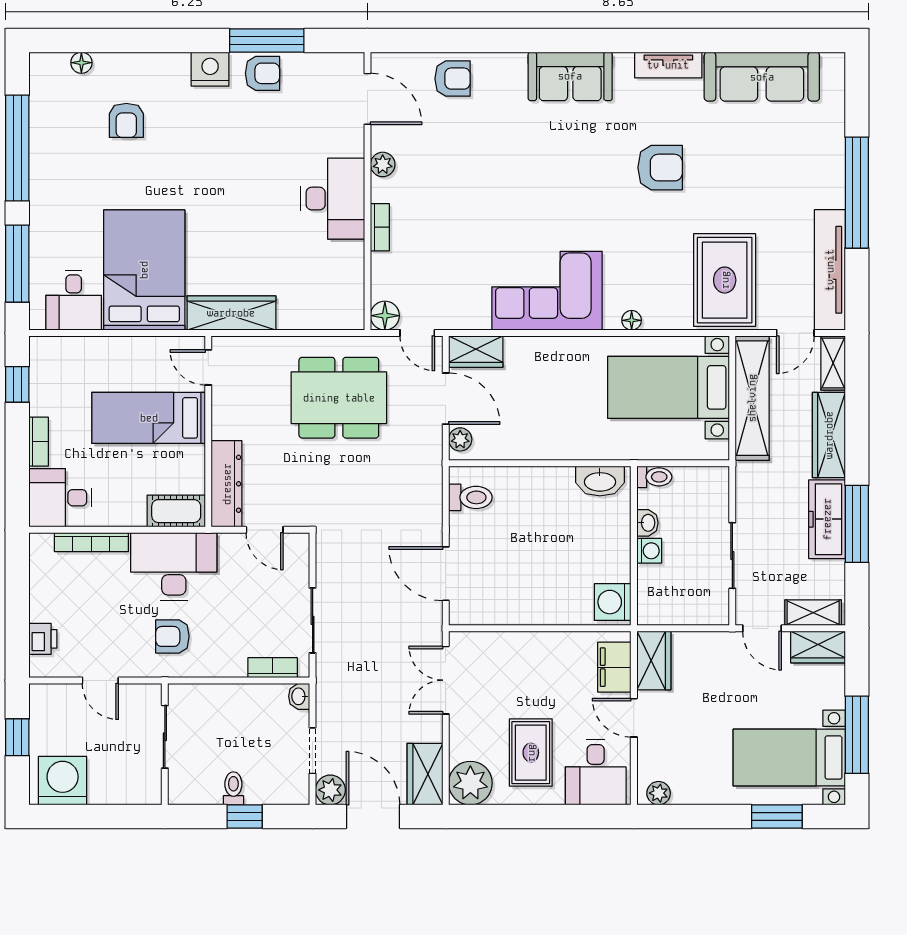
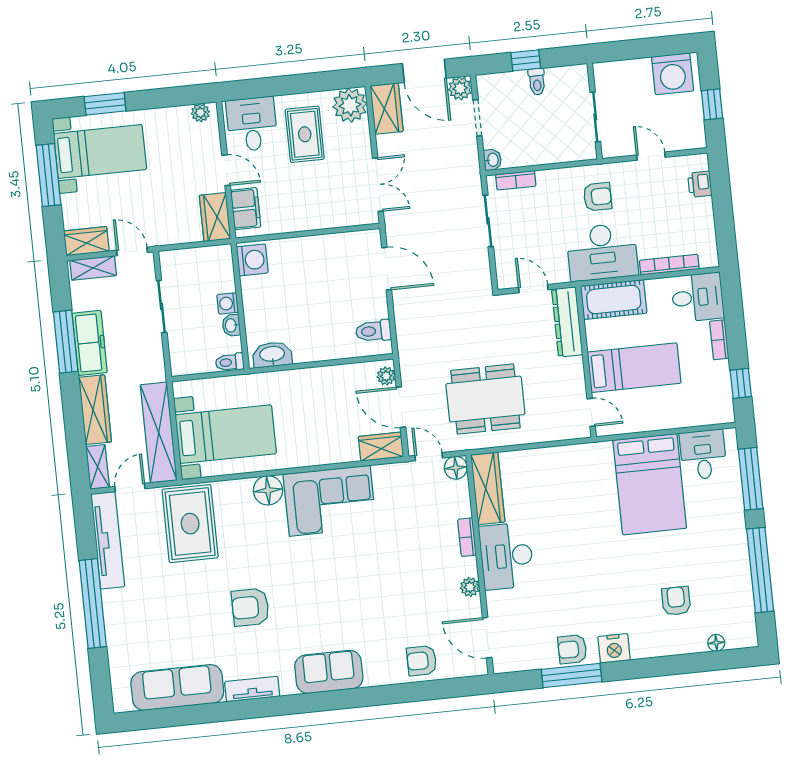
wardrobe: (231, 313) -> (488, 488), moved, turned -90
floor lamp: (632, 320) -> (268, 490), width x1.89, depth x1.89
cot: (176, 511) -> (614, 300), width x1.37, depth x1.34

